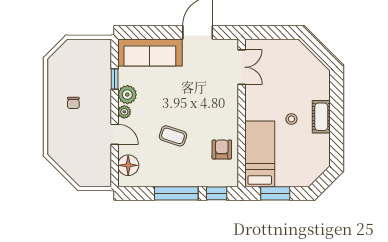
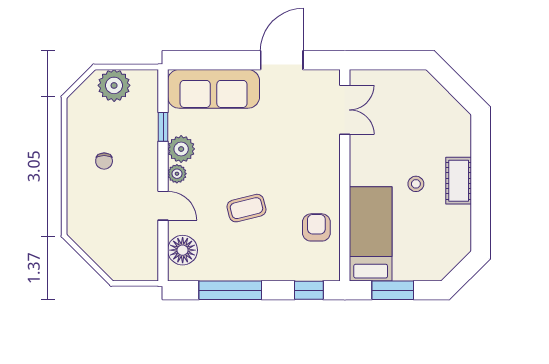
plant: (80, 50) -> (114, 85), added
coffee table: (173, 136) -> (246, 208), turned -32
window: (176, 193) -> (230, 290), moved

